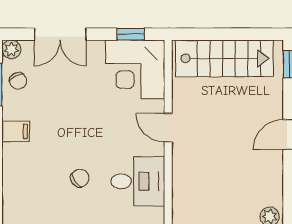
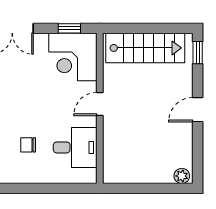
door: (168, 128) -> (100, 104), hinge flipped
chair: (80, 178) -> (28, 145), turned -145

